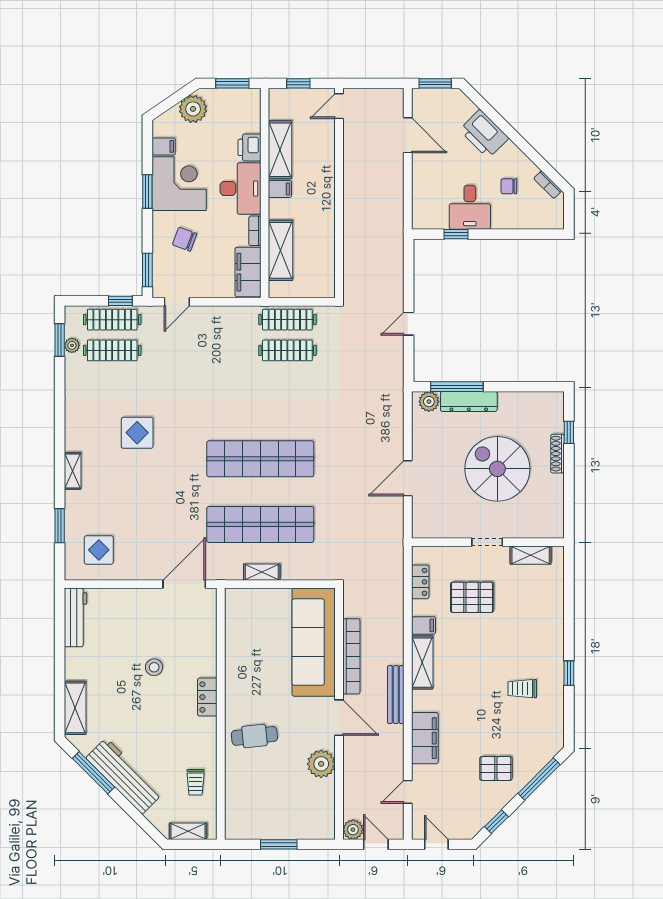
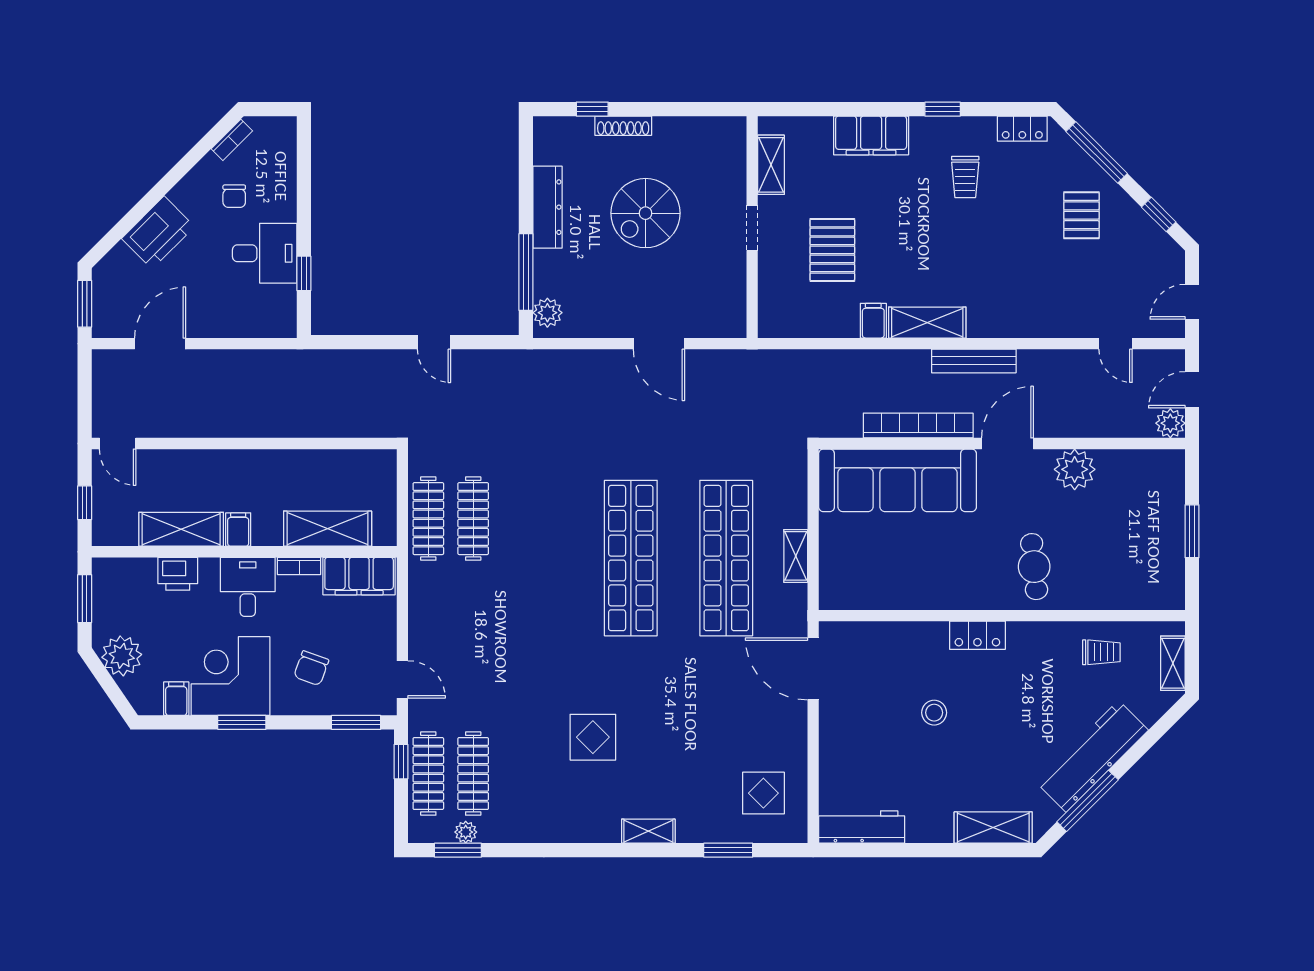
desk: (241, 189) -> (248, 587), width x0.73
dresser: (469, 402) -> (547, 207), moved
spiral stairs: (497, 469) -> (646, 213), width x0.73, depth x0.73
locker: (420, 582) -> (1022, 129), moved, turned 180
filing cabinet: (425, 738) -> (871, 135), moved, turned 180

